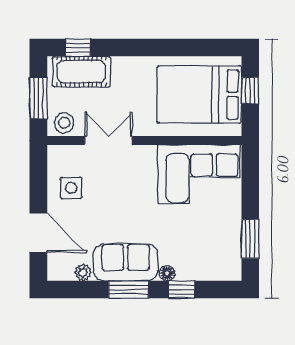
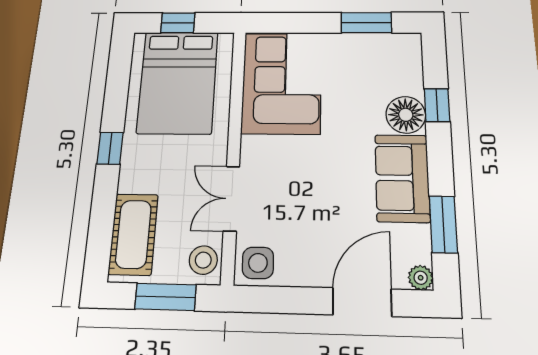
window: (78, 48) -> (110, 148), moved
side table: (71, 188) -> (258, 263), moved
plant: (83, 272) -> (421, 278), moved
floor lamp: (167, 273) -> (406, 115), width x1.89, depth x1.89
window: (128, 290) -> (443, 224), moved

